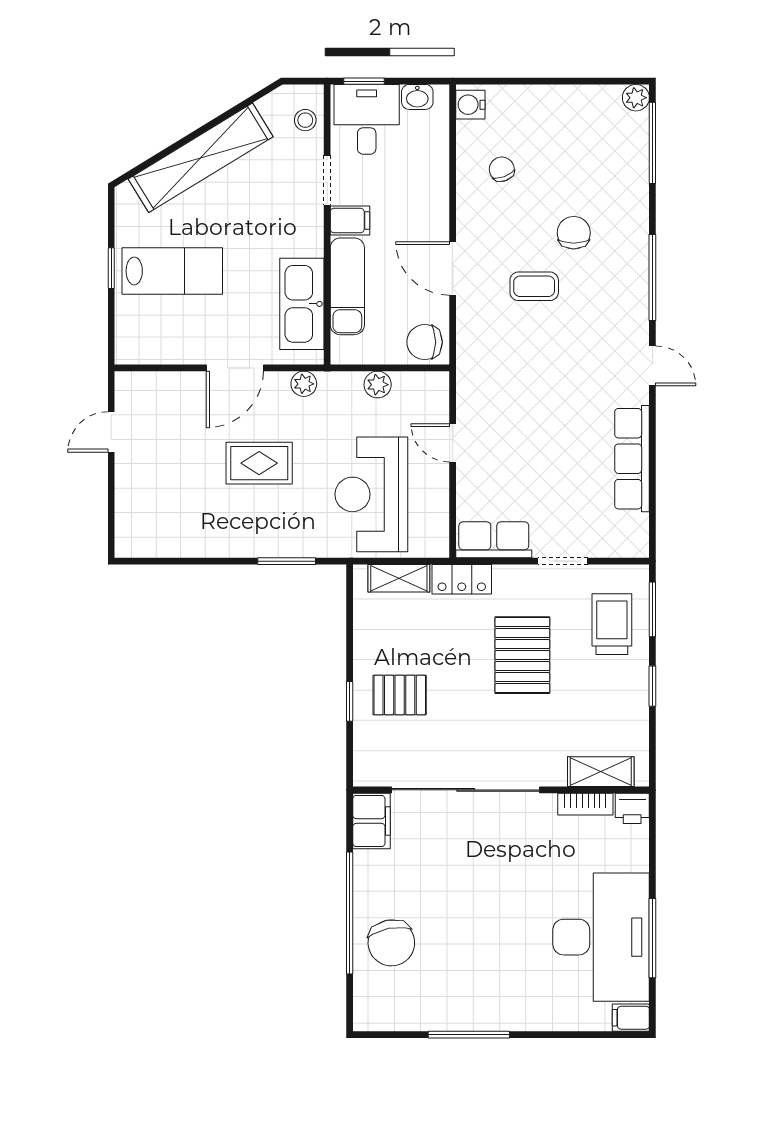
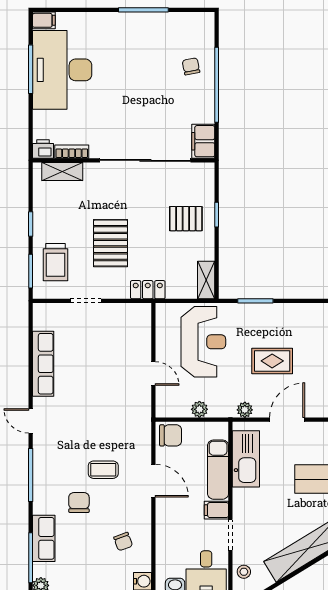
chair: (574, 233) -> (79, 503), turned 180
row of seats: (494, 540) -> (44, 538), moved, turned -90
shelving: (399, 578) -> (206, 280), moved, turned 90
chair: (391, 943) -> (191, 66), width x0.54, depth x0.54

